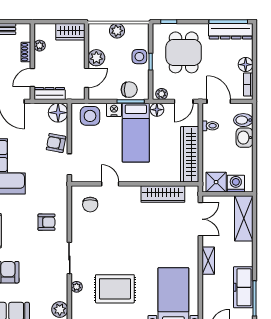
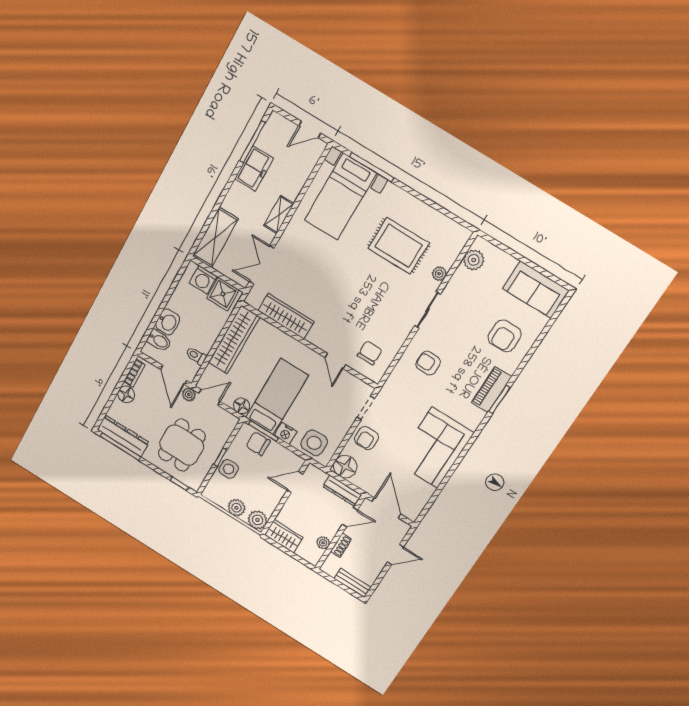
plant: (96, 58) -> (257, 520), moved
plant: (162, 94) -> (189, 394), moved
armchair: (56, 143) -> (366, 438), turned 79
freezer: (243, 287) -> (254, 168), width x0.71

